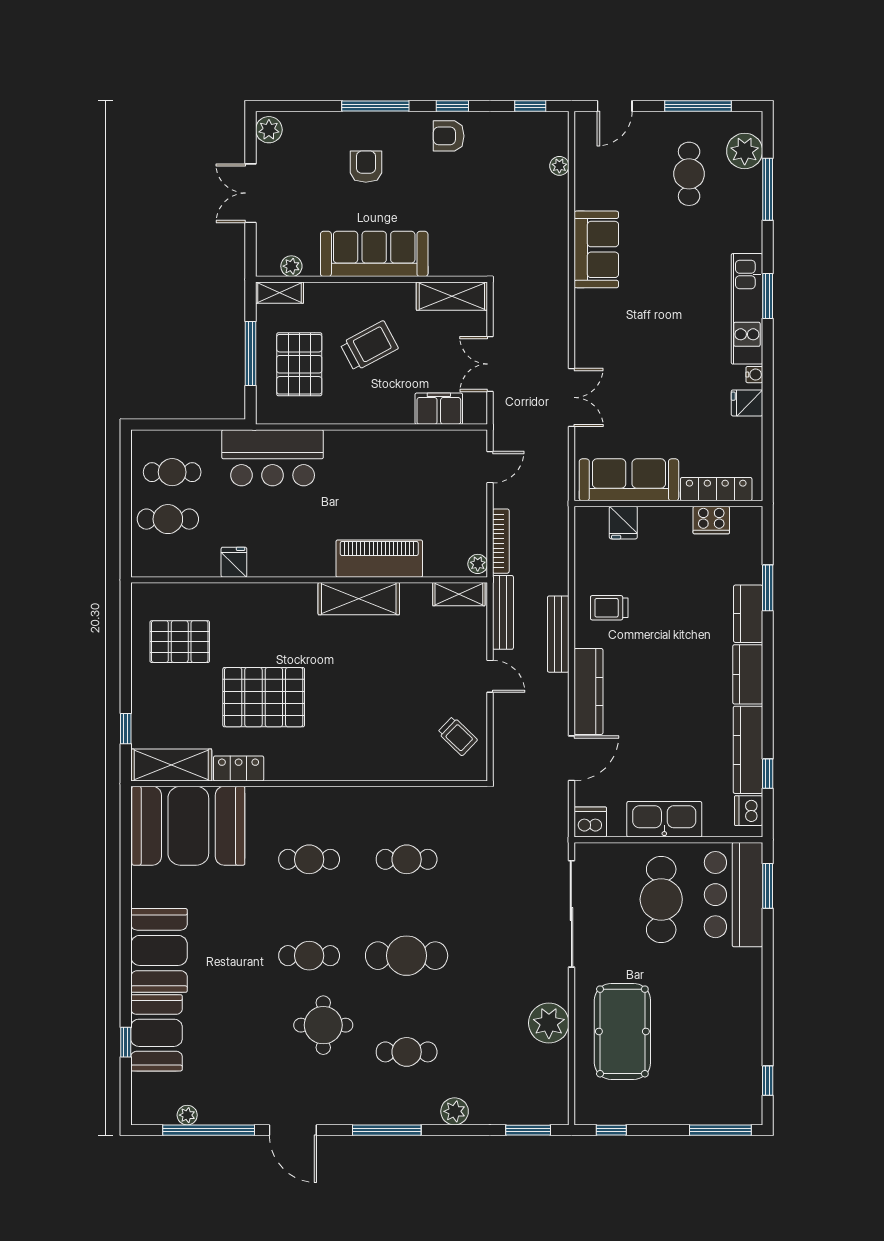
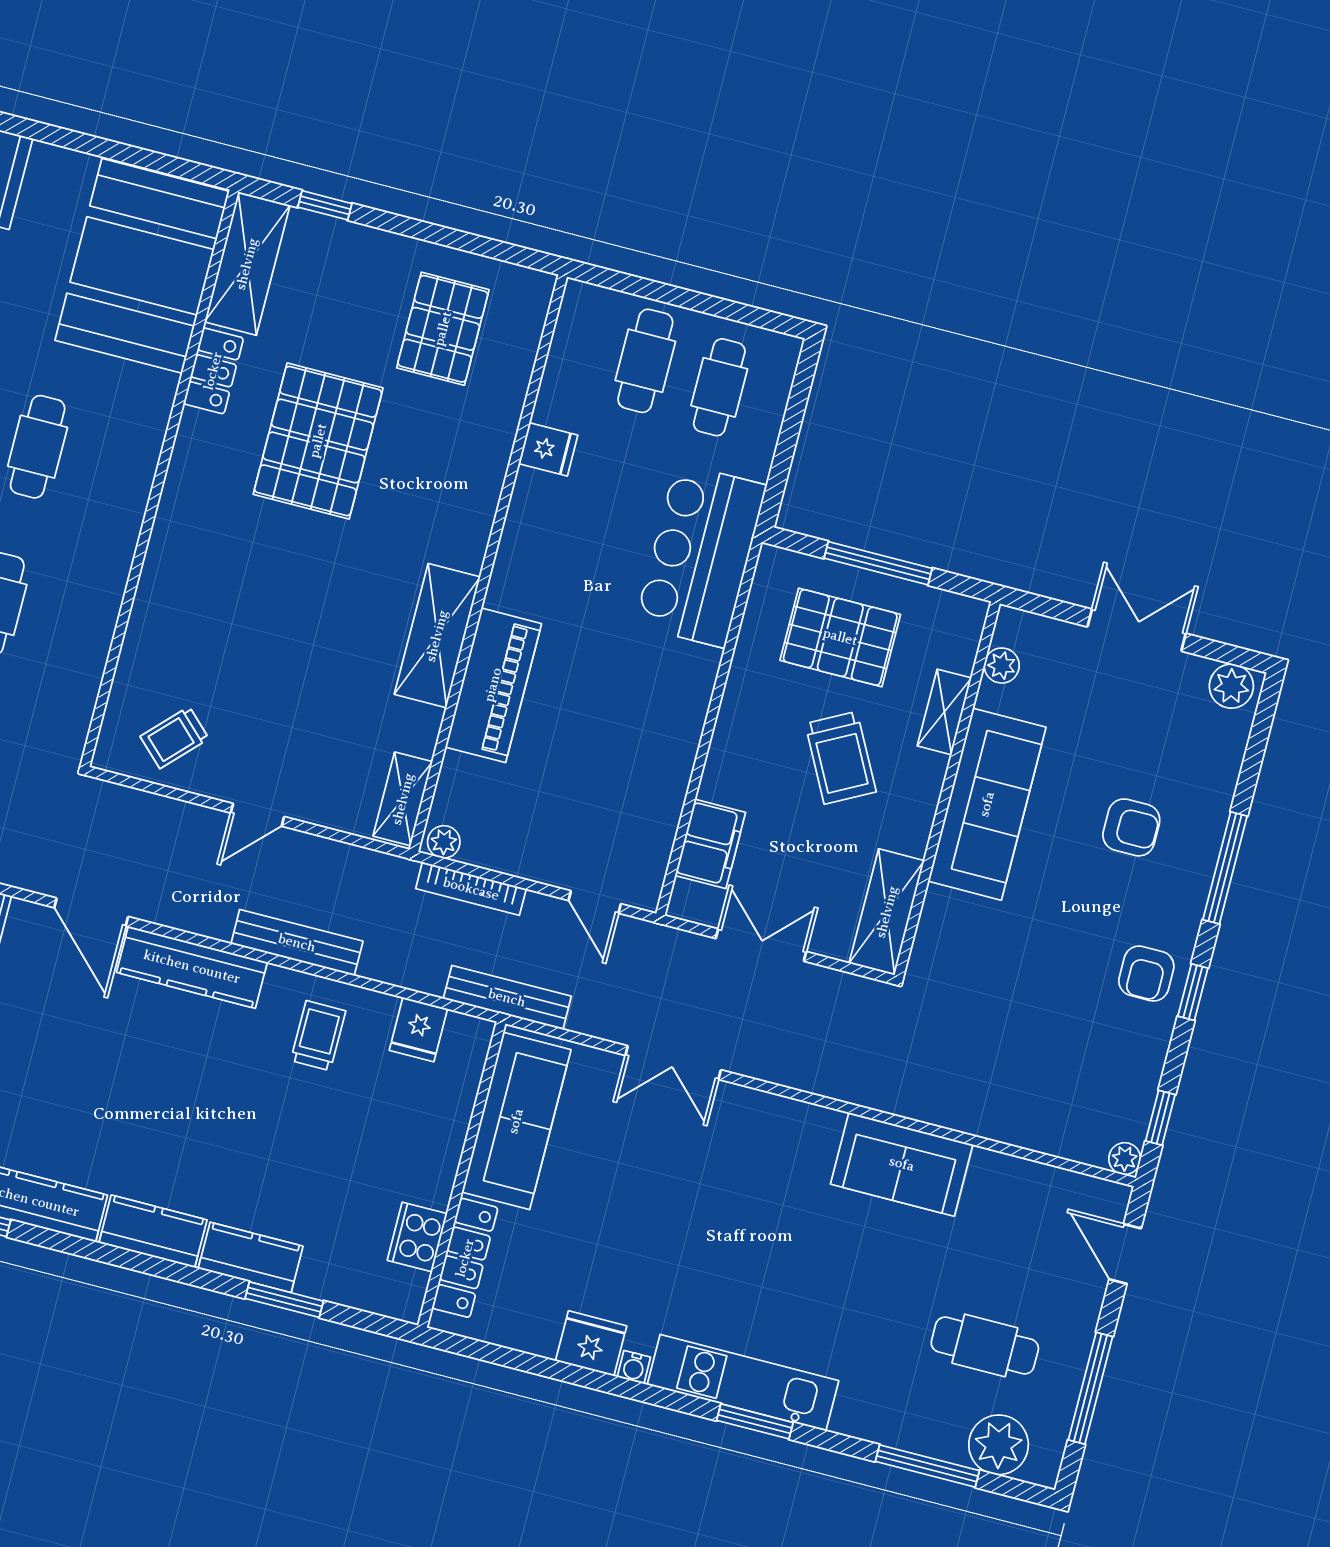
armchair: (449, 136) -> (1146, 974), turned 180
plant: (559, 166) -> (1125, 1159), moved
shelving: (279, 293) -> (944, 712), moved
fridge: (747, 403) -> (591, 1343), width x1.38
fridge: (623, 523) -> (418, 1030), moved, turned -90
bench: (503, 612) -> (507, 998), moved

